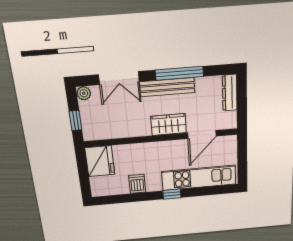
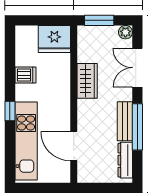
bench: (167, 87) -> (125, 121), width x0.73
dresser: (230, 93) -> (125, 160), moved, turned -90
window: (76, 121) -> (99, 20), width x1.50
wardrobe: (169, 124) -> (87, 81), moved

